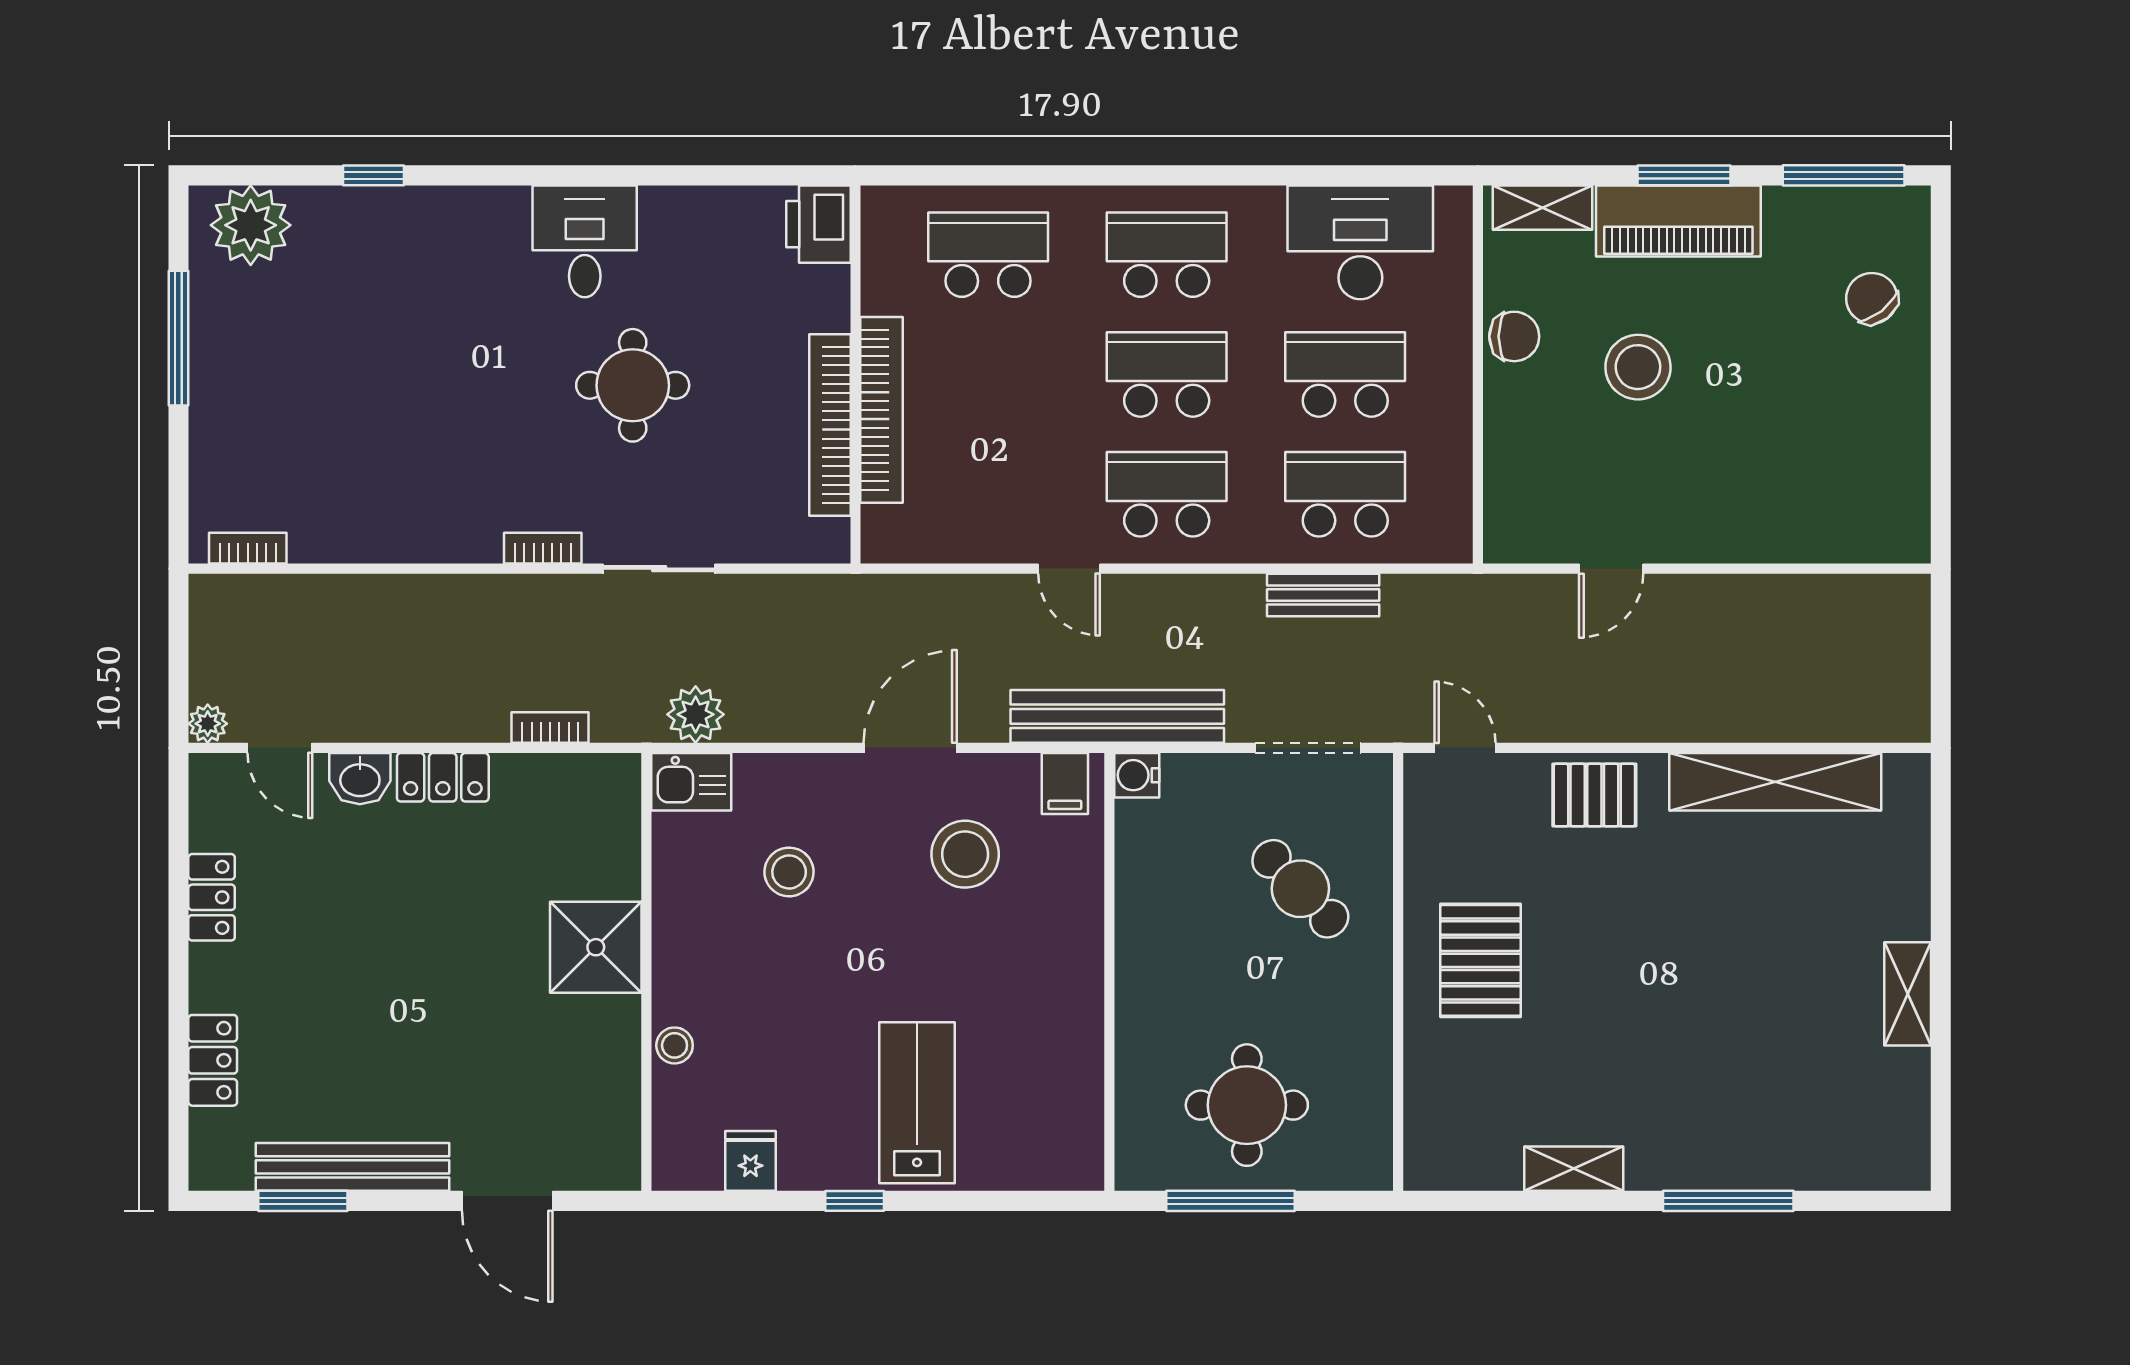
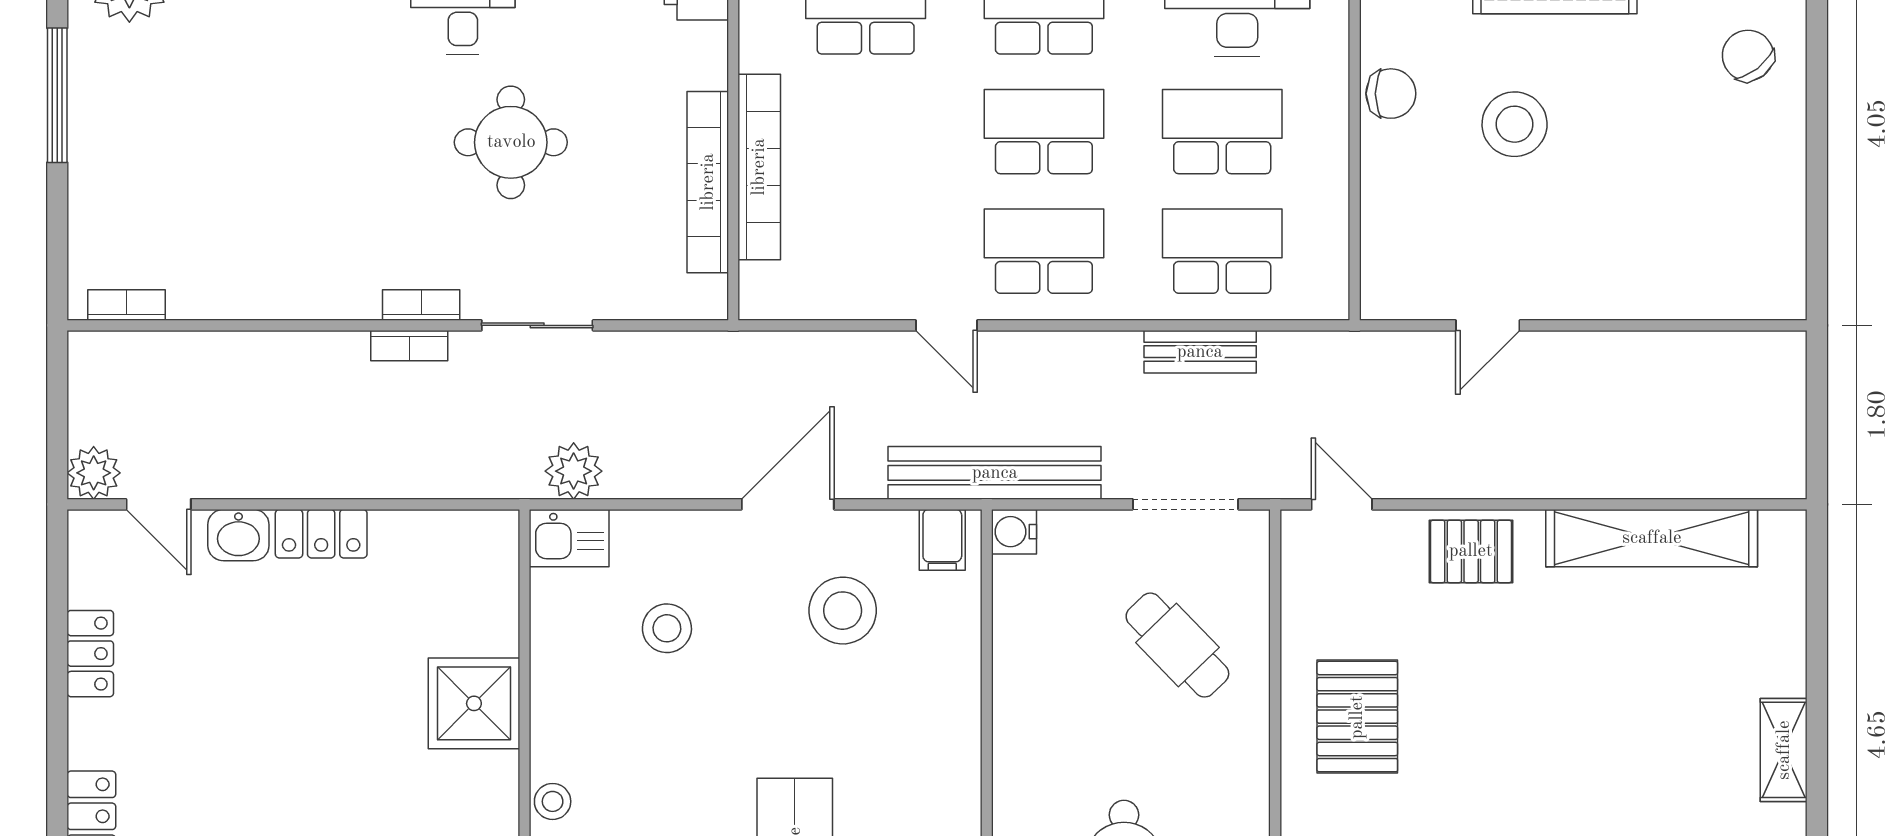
plant: (208, 724) -> (94, 473), width x1.38, depth x1.38
bookcase: (550, 728) -> (409, 346), moved, turned 180

